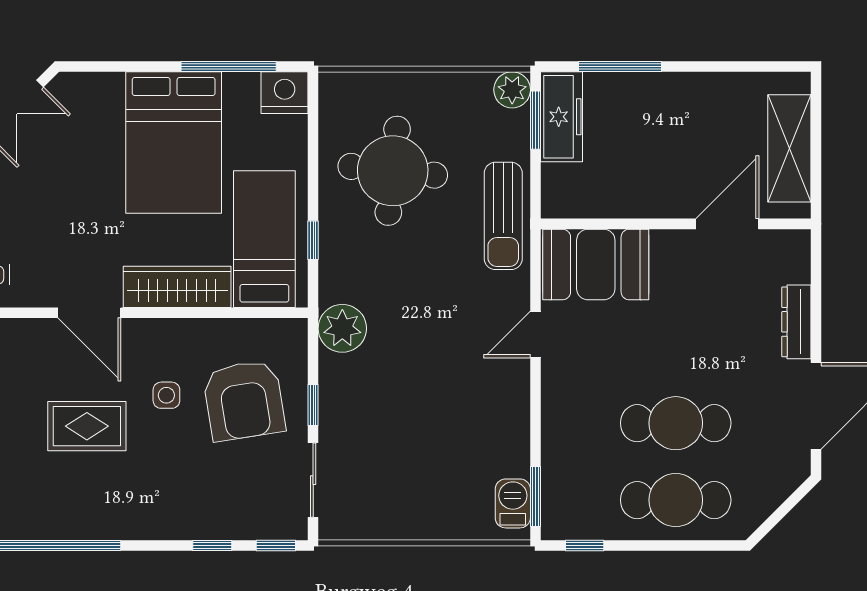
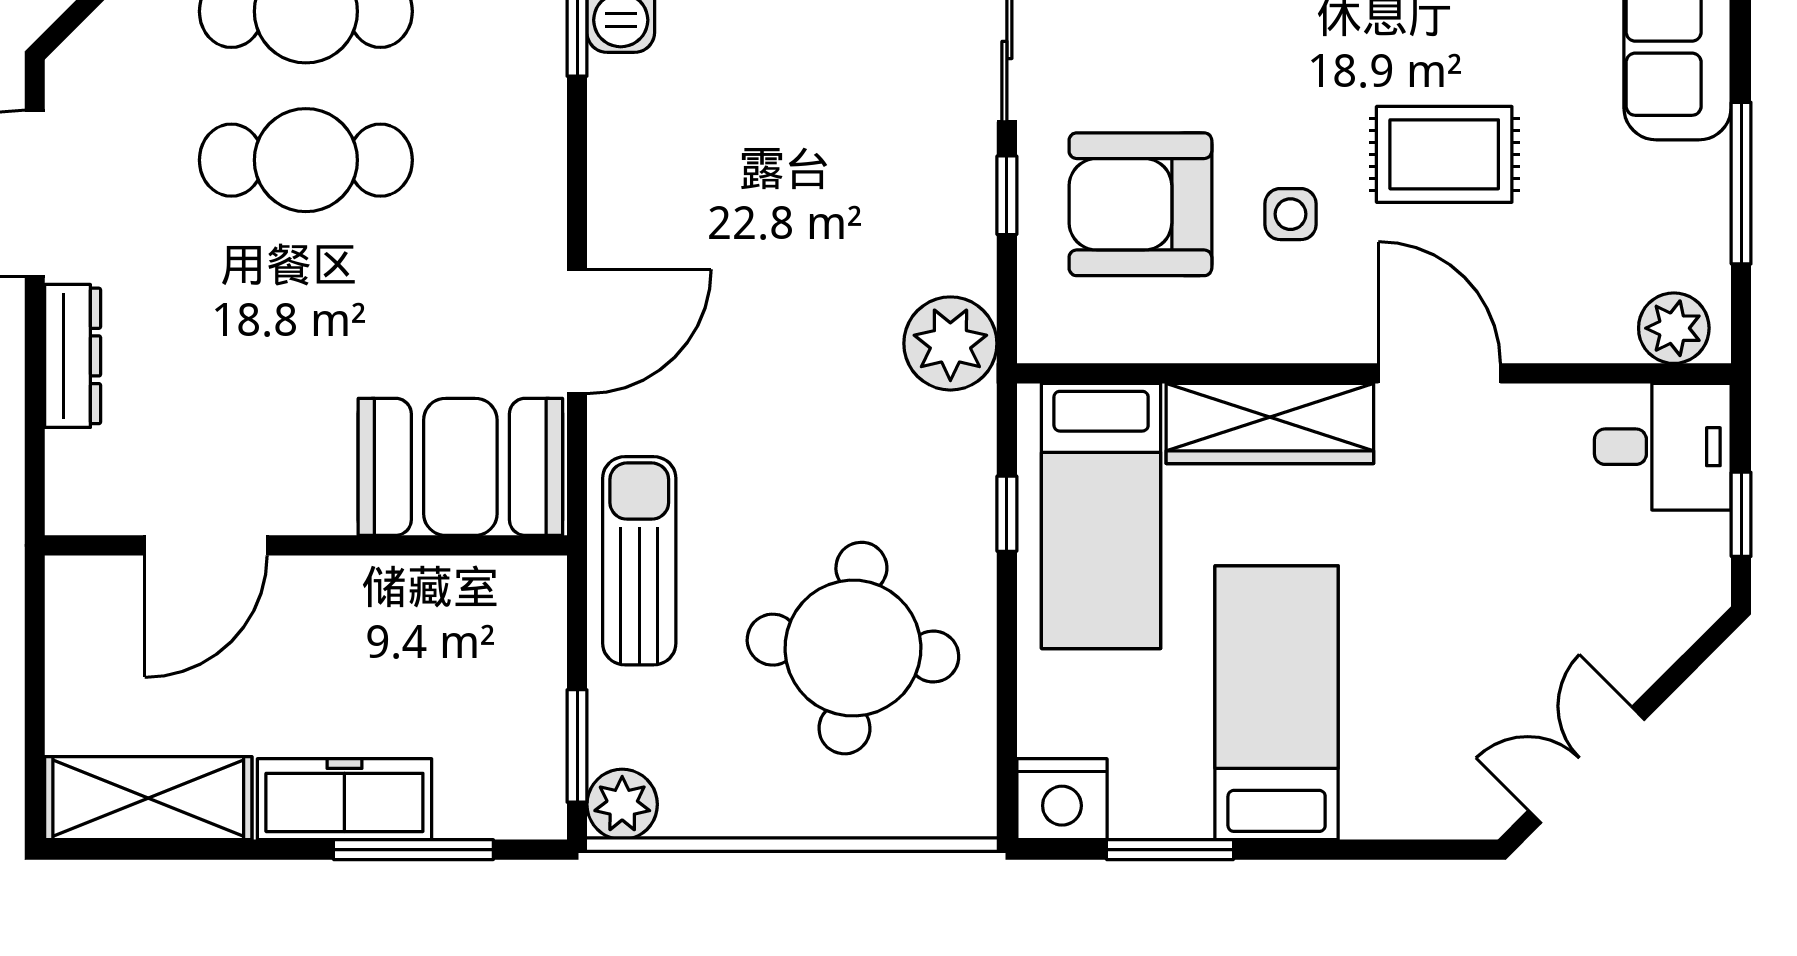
window: (229, 67) -> (1170, 850), width x0.69
freezer: (562, 117) -> (344, 799), moved, turned 90
bed: (174, 142) -> (1277, 703), width x0.67
shelving: (789, 148) -> (148, 798), moved, turned 90
door: (535, 334) -> (577, 332), width x1.38
armchair: (244, 400) -> (1140, 204), turned -81

